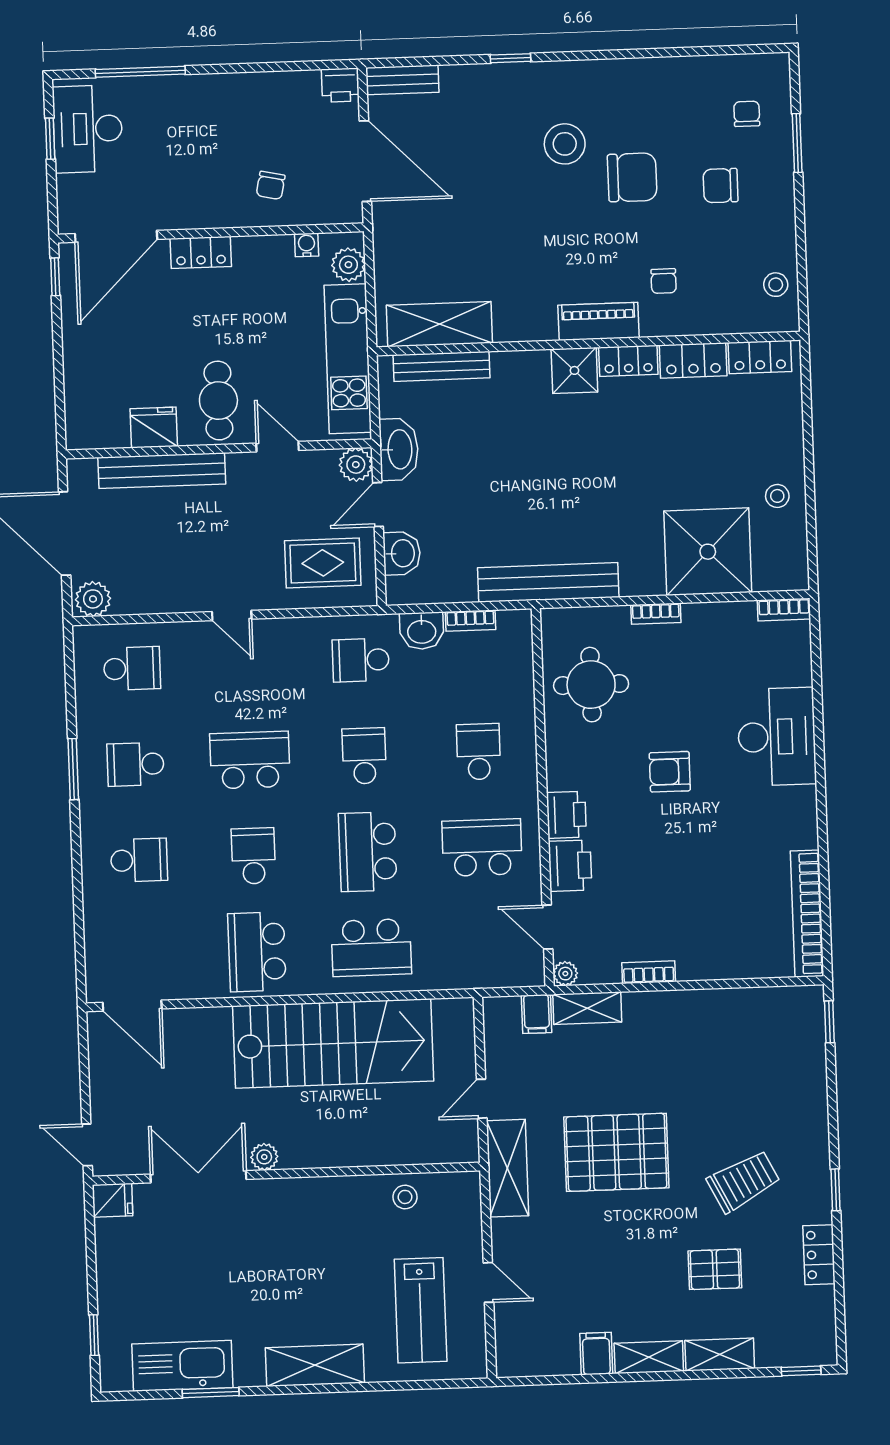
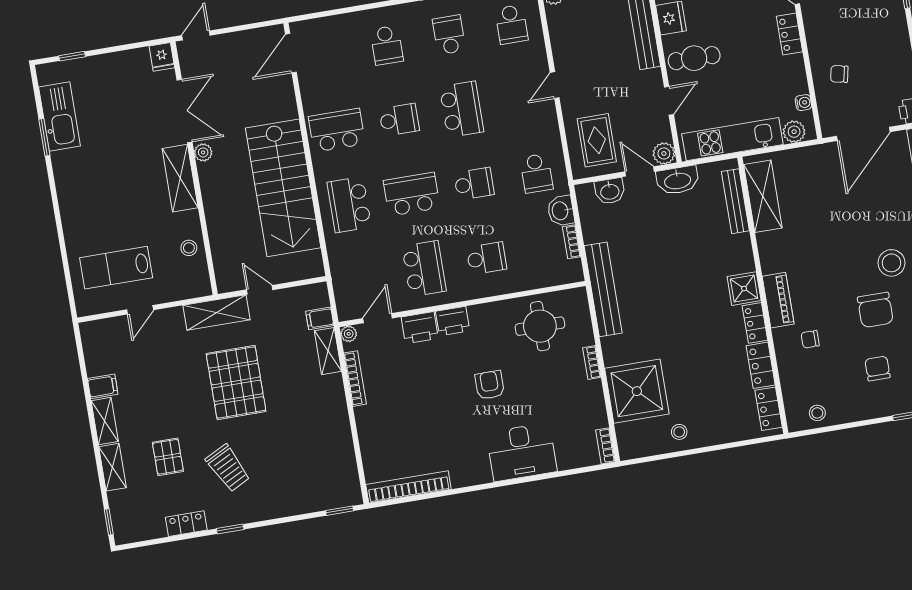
school desk: (361, 660) -> (536, 173), turned 180
bookcase: (649, 972) -> (355, 379), width x1.56
shelving: (315, 1365) -> (180, 178), moved

